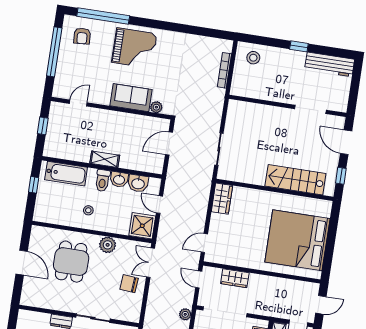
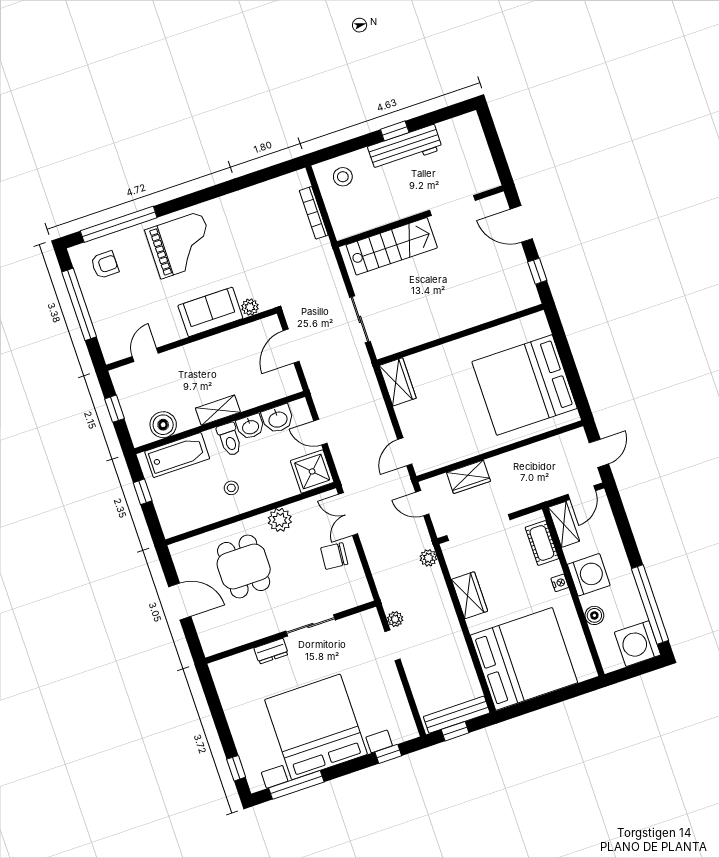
armchair: (82, 36) -> (105, 265), turned -86
workbench: (330, 64) -> (405, 148), moved
boiler: (67, 151) -> (163, 425), added
stairs: (295, 180) -> (392, 246), moved, turned 180

